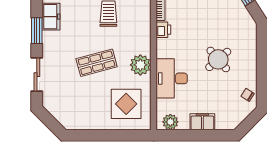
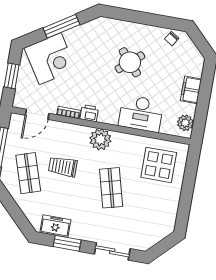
plant: (140, 65) -> (100, 139), moved

